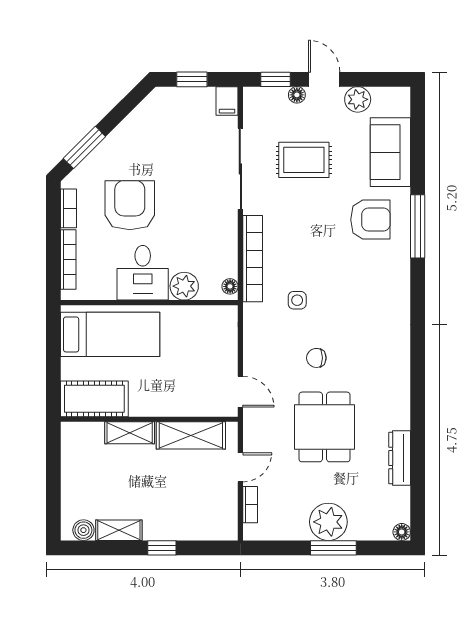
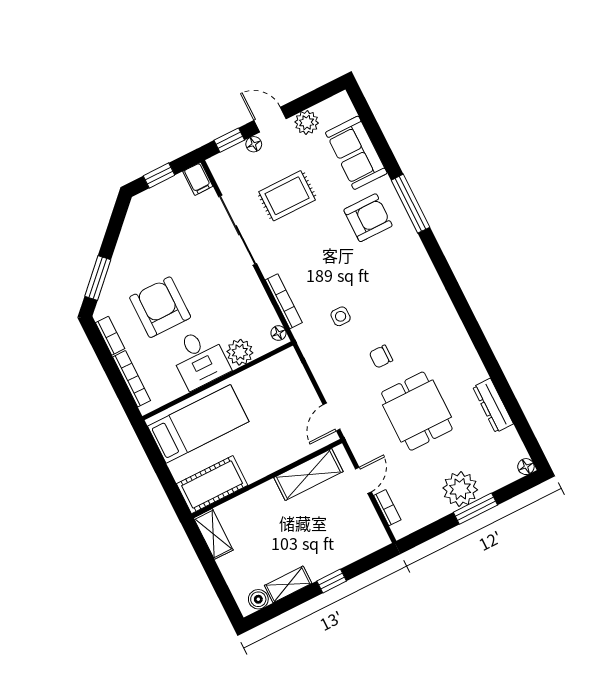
bookcase: (253, 259) -> (284, 301), width x0.68, depth x0.76
door: (240, 392) -> (331, 417), swing flipped
shelving: (130, 433) -> (213, 534), moved, turned 90

